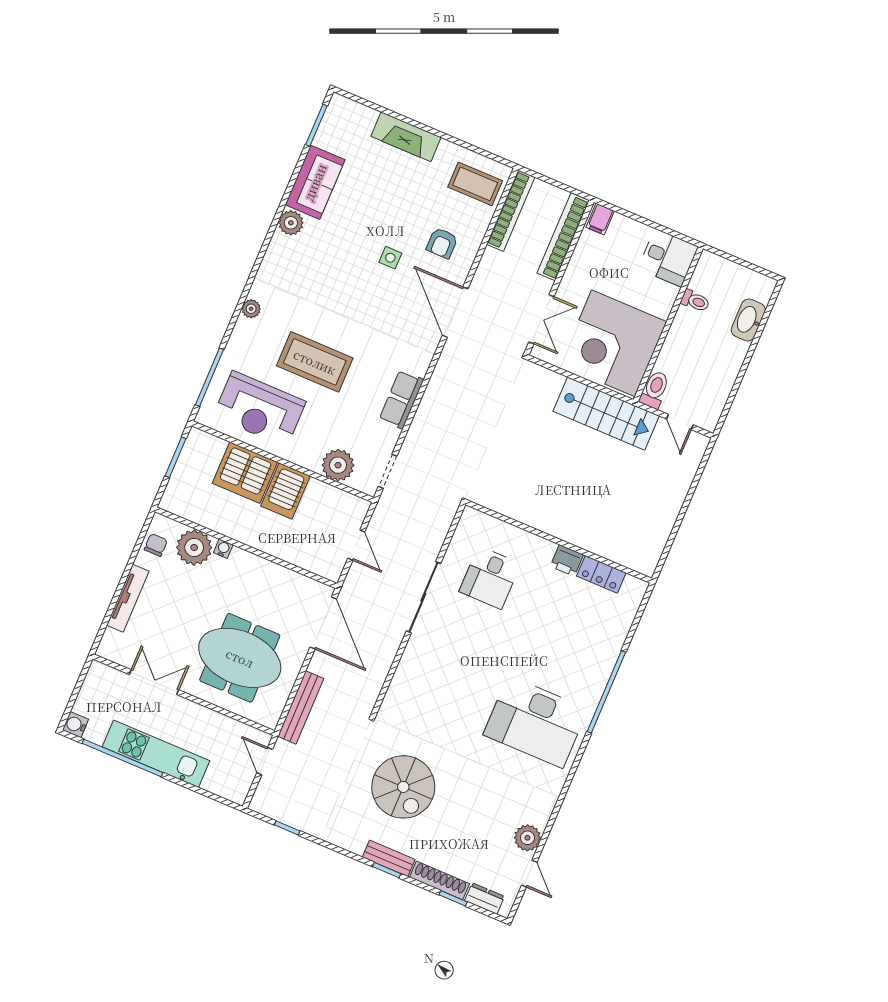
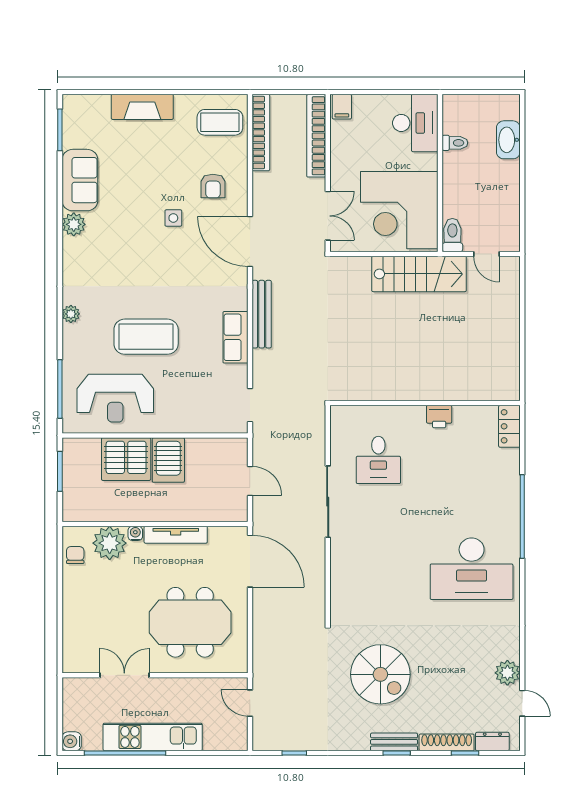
desk: (668, 258) -> (415, 123), width x1.37
plant: (338, 465) -> (204, 418), removed
locker: (601, 574) -> (509, 426), moved, turned 90
tv unit: (128, 598) -> (176, 535), moved, turned 90
bench: (301, 707) -> (262, 314), moved

